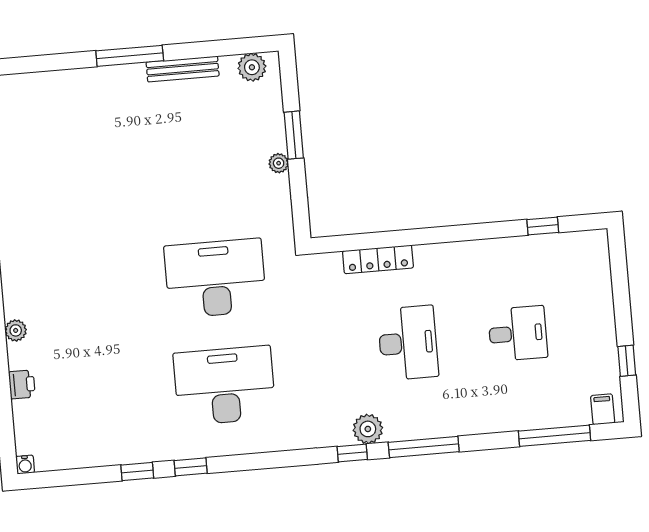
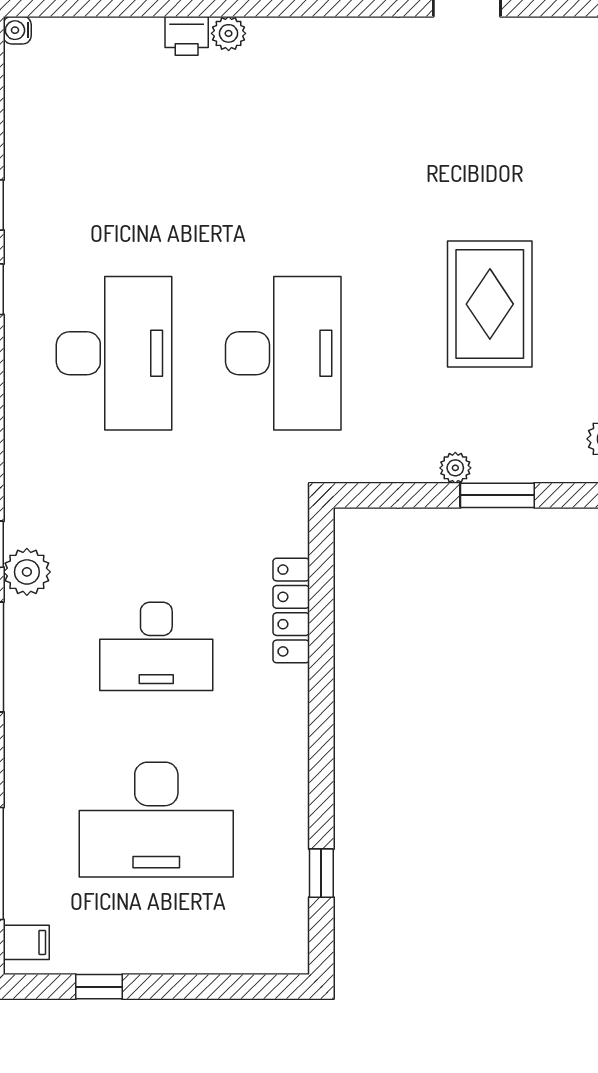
rug: (173, 150) -> (490, 304), added
desk: (518, 334) -> (156, 820), width x1.87, depth x1.30
printer: (22, 384) -> (187, 36), moved

